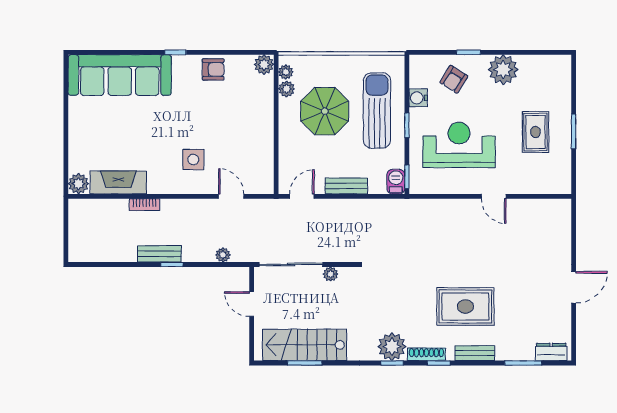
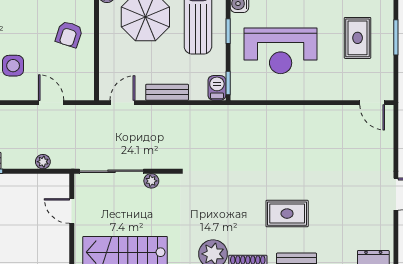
armchair: (249, 128) -> (69, 34), added
reception desk: (459, 145) -> (281, 51), turned 180
door: (494, 196) -> (372, 103), moved
rug: (465, 307) -> (287, 214), width x0.73, depth x0.70

